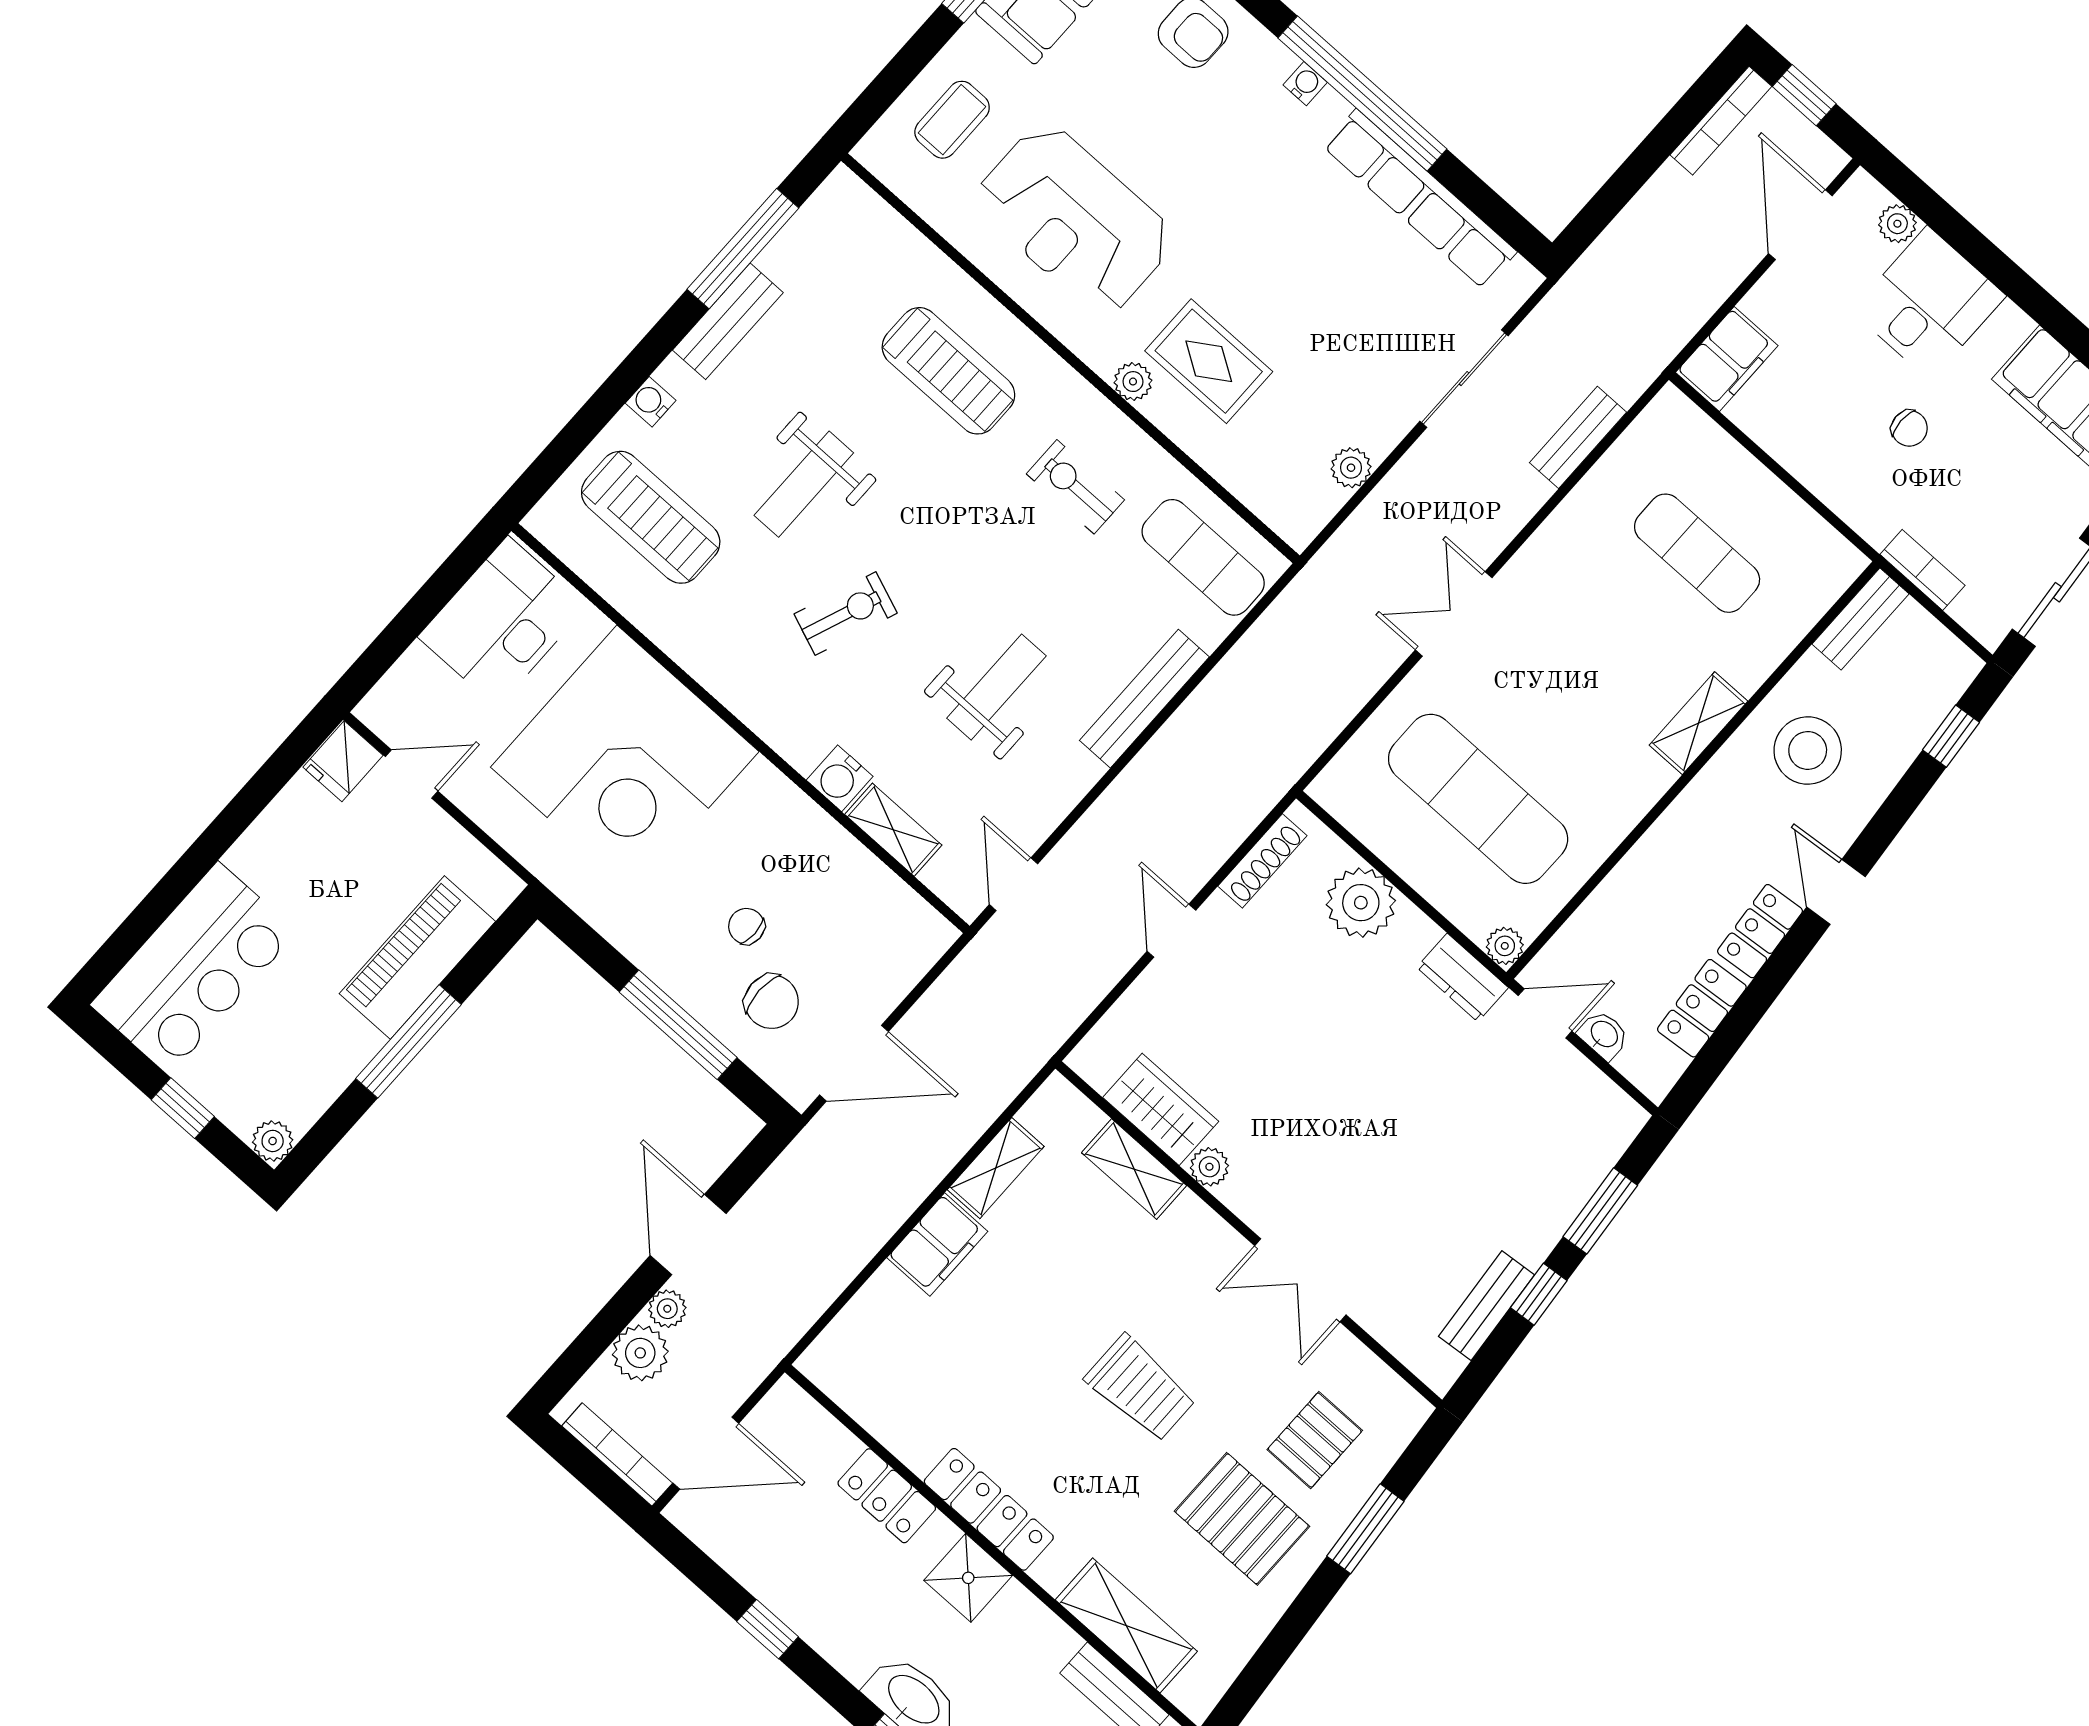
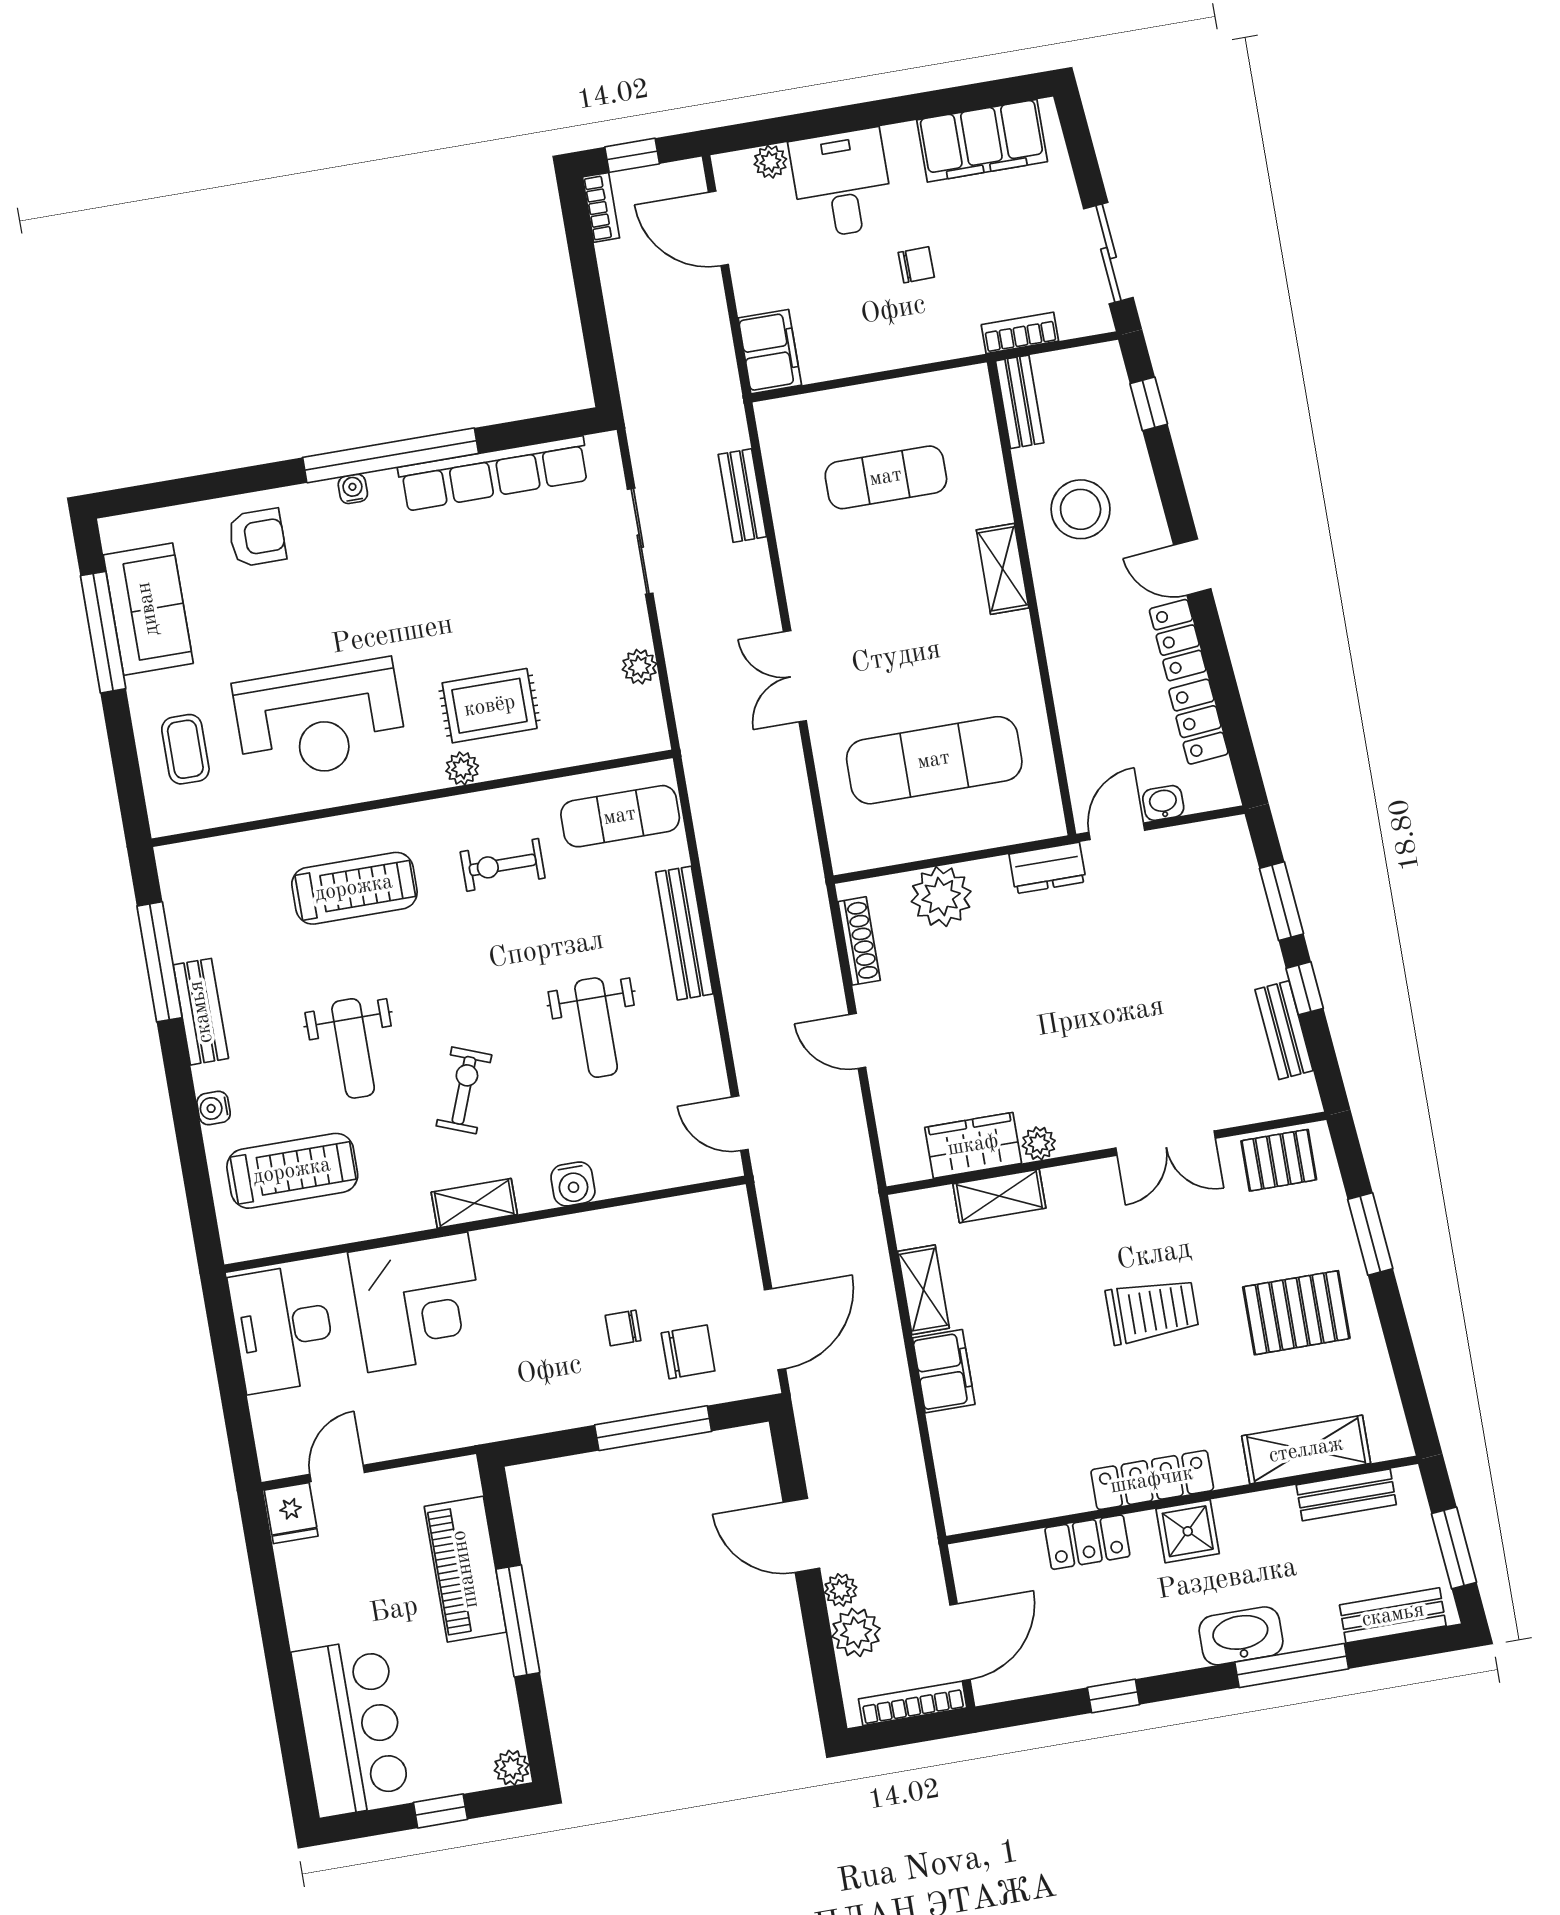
bookcase: (1721, 121) -> (601, 207), width x0.64
weight bench: (996, 687) -> (596, 1028), turned 180
corner desk: (625, 759) -> (418, 1302), width x0.74, depth x0.74
shelving: (893, 830) -> (474, 1203), moved
plant: (1505, 946) -> (1049, 822), removed
pallet: (1315, 1440) -> (1279, 1160), moved, turned 90

